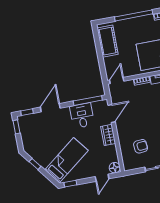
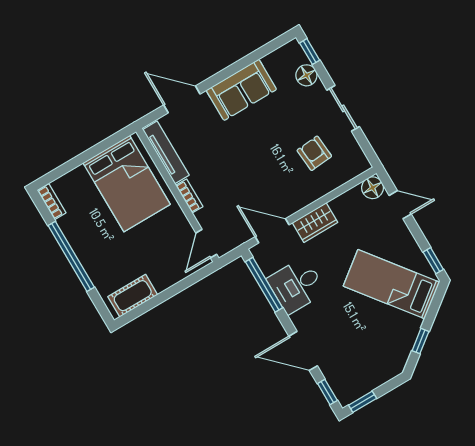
cot: (108, 41) -> (133, 296), width x0.73, depth x0.75
door: (117, 81) -> (206, 244), hinge flipped

